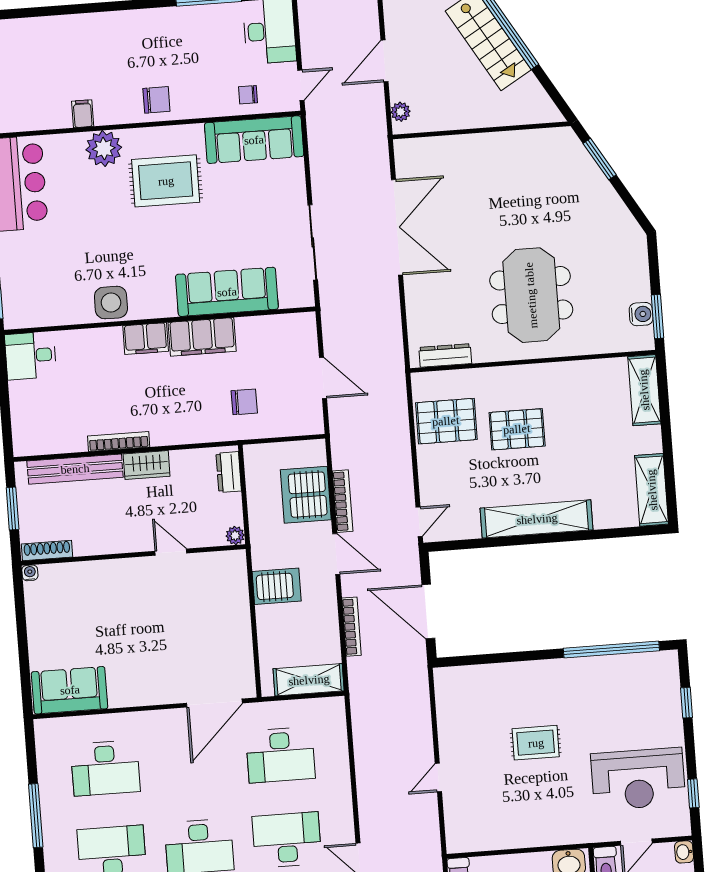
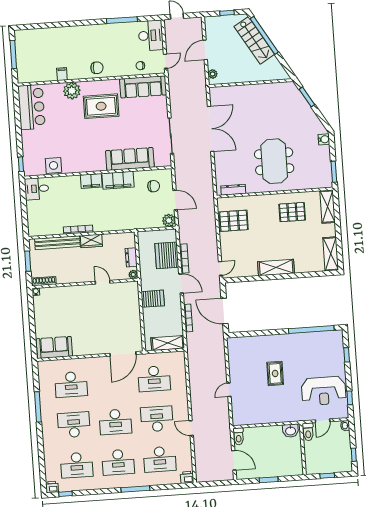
side table: (111, 303) -> (54, 165), moved
water cooler: (641, 314) -> (324, 139), moved
chair: (244, 402) -> (154, 186), moved
plant: (310, 421) -> (169, 220), added
pallet: (517, 429) -> (292, 212), moved
dresser: (229, 472) -> (131, 257), moved
shelving: (537, 519) -> (276, 267), width x0.68
rug: (536, 743) -> (275, 373), turned 90

